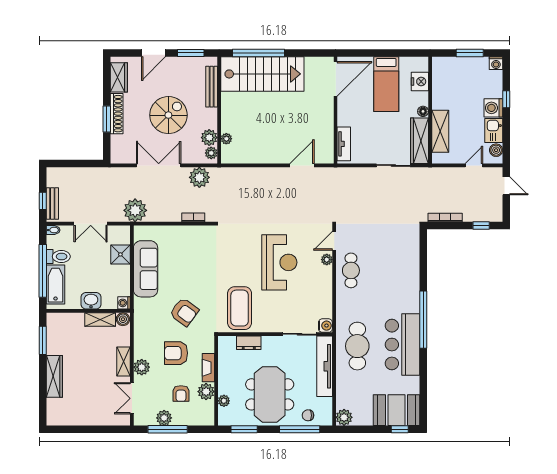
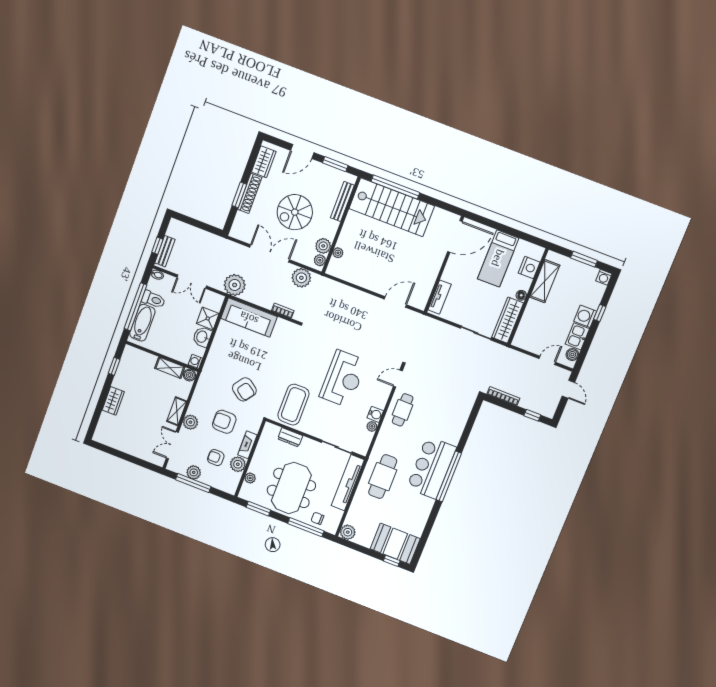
spiral stairs: (168, 115) -> (295, 212), turned 180
shelving: (440, 131) -> (545, 281), moved
plant: (327, 260) -> (372, 426), moved
sofa: (146, 269) -> (249, 318), moved, turned 90
washbasin: (91, 301) -> (202, 337), moved, turned -90
water cooler: (325, 326) -> (375, 414), moved
window: (43, 340) -> (114, 366), width x0.67
bar counter: (402, 345) -> (431, 468), moved
wardrobe: (54, 376) -> (113, 401), width x0.67
armchair: (181, 393) -> (216, 458), turned 90

